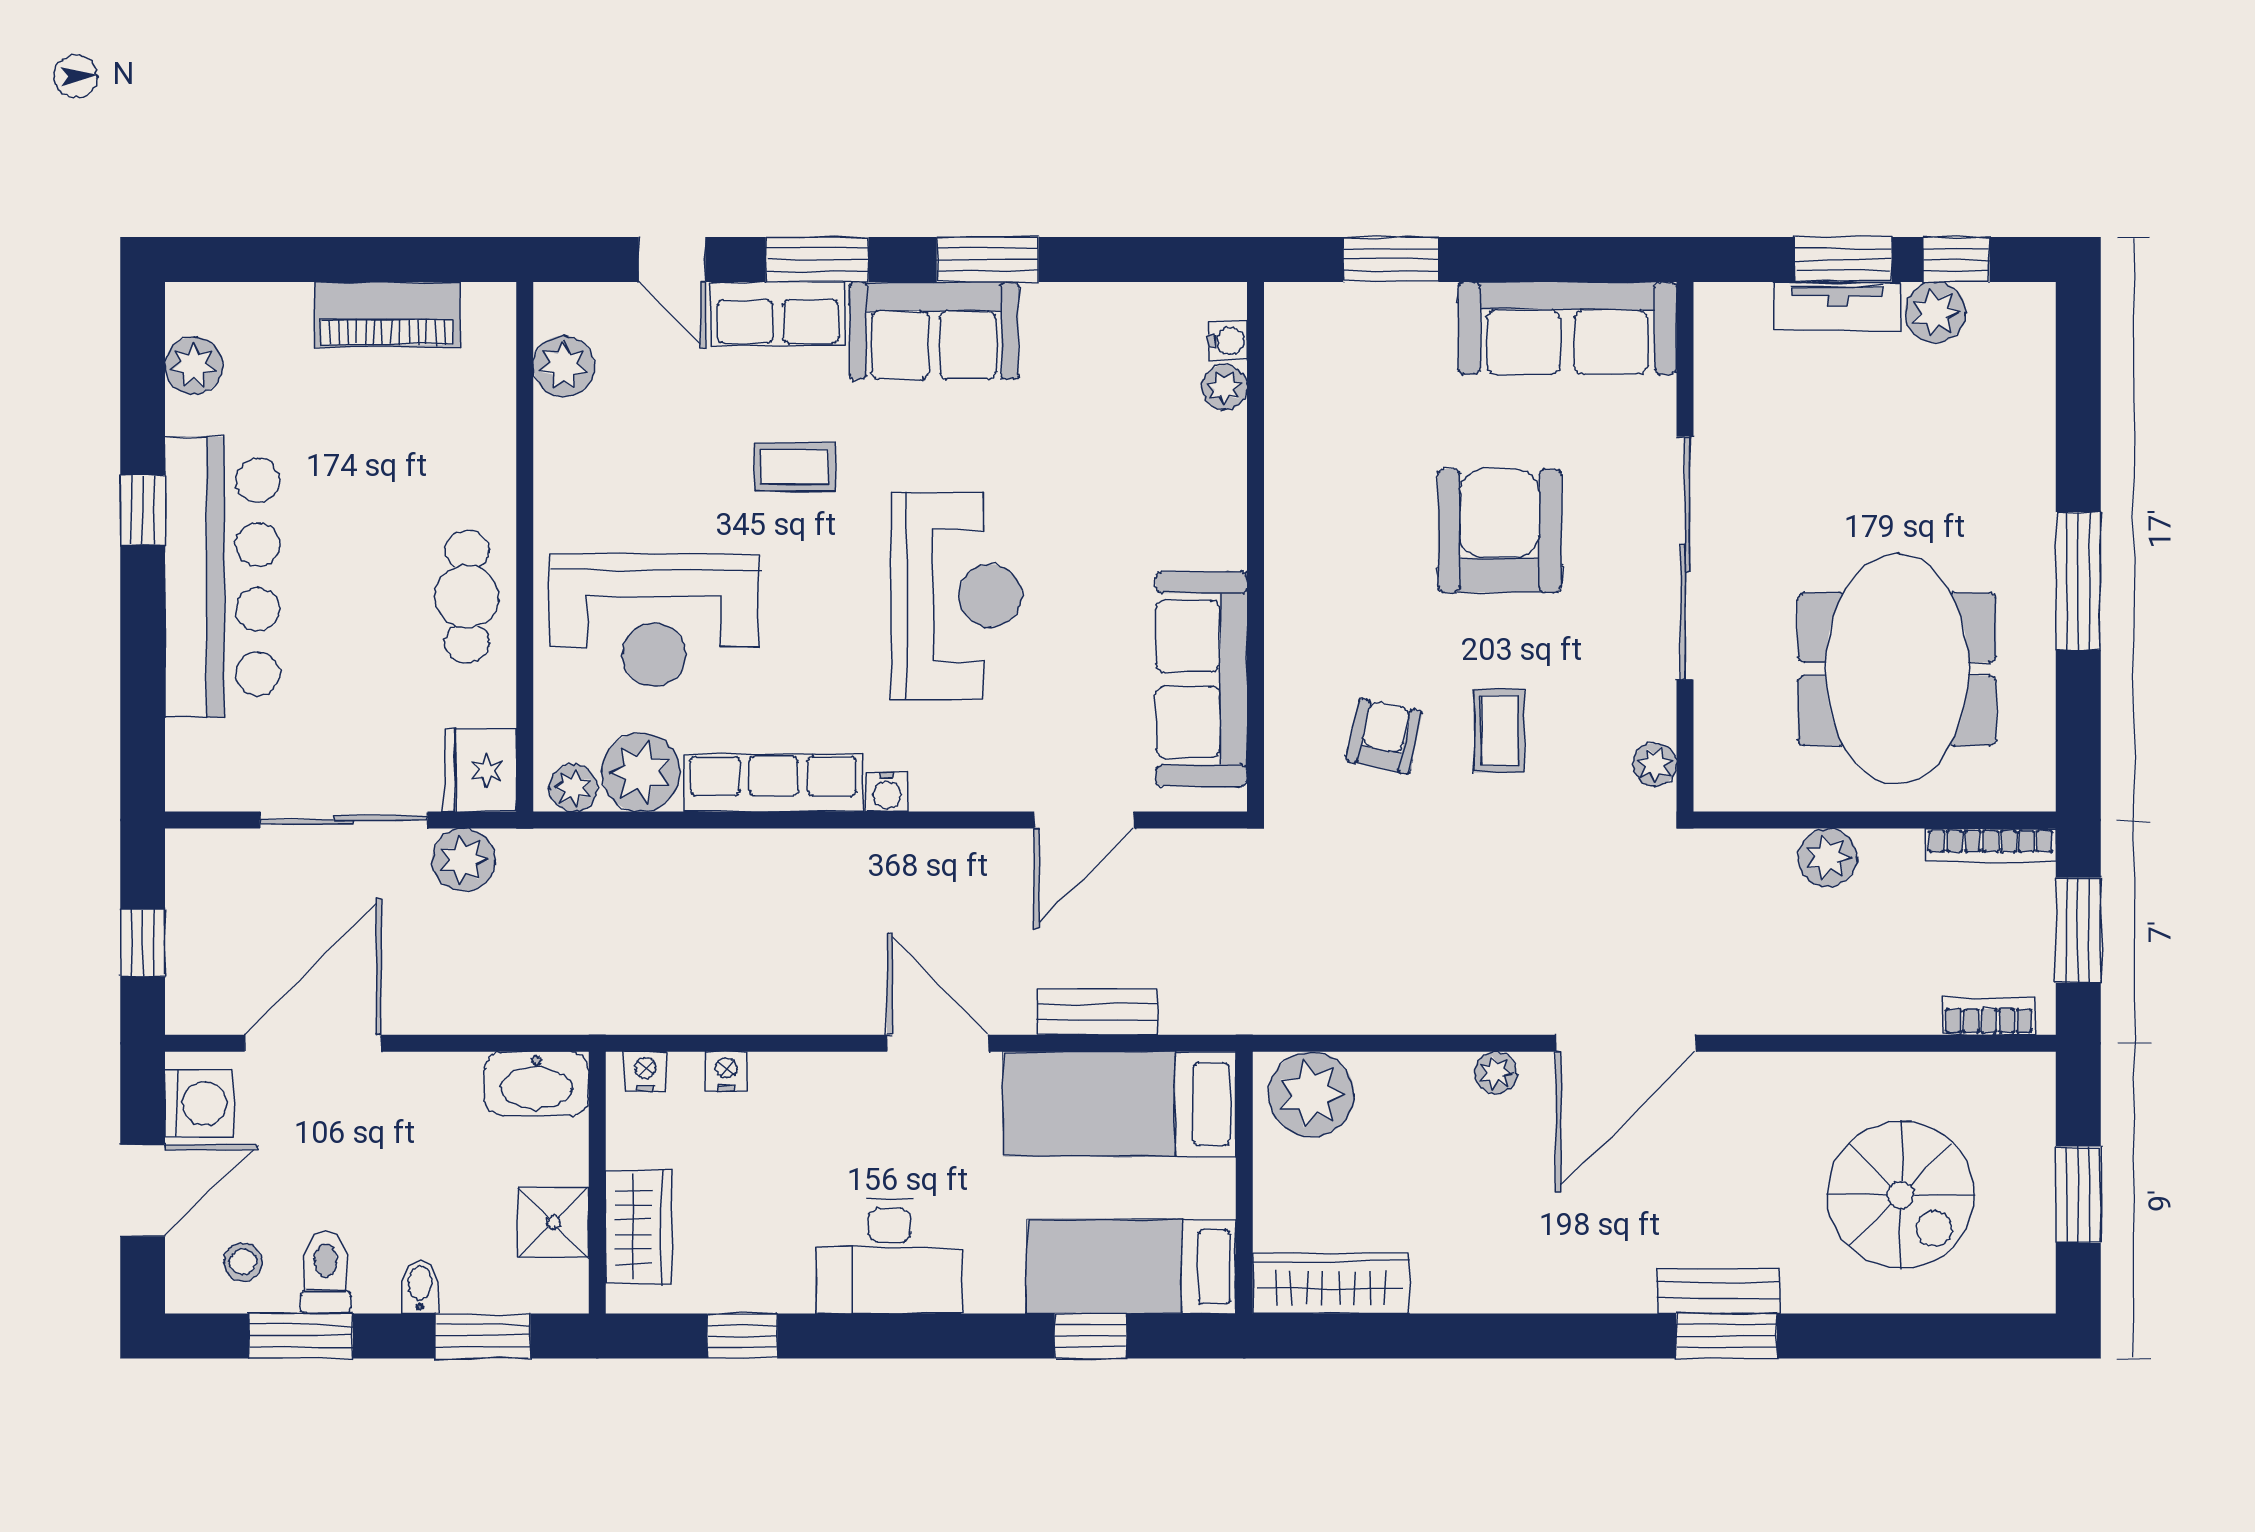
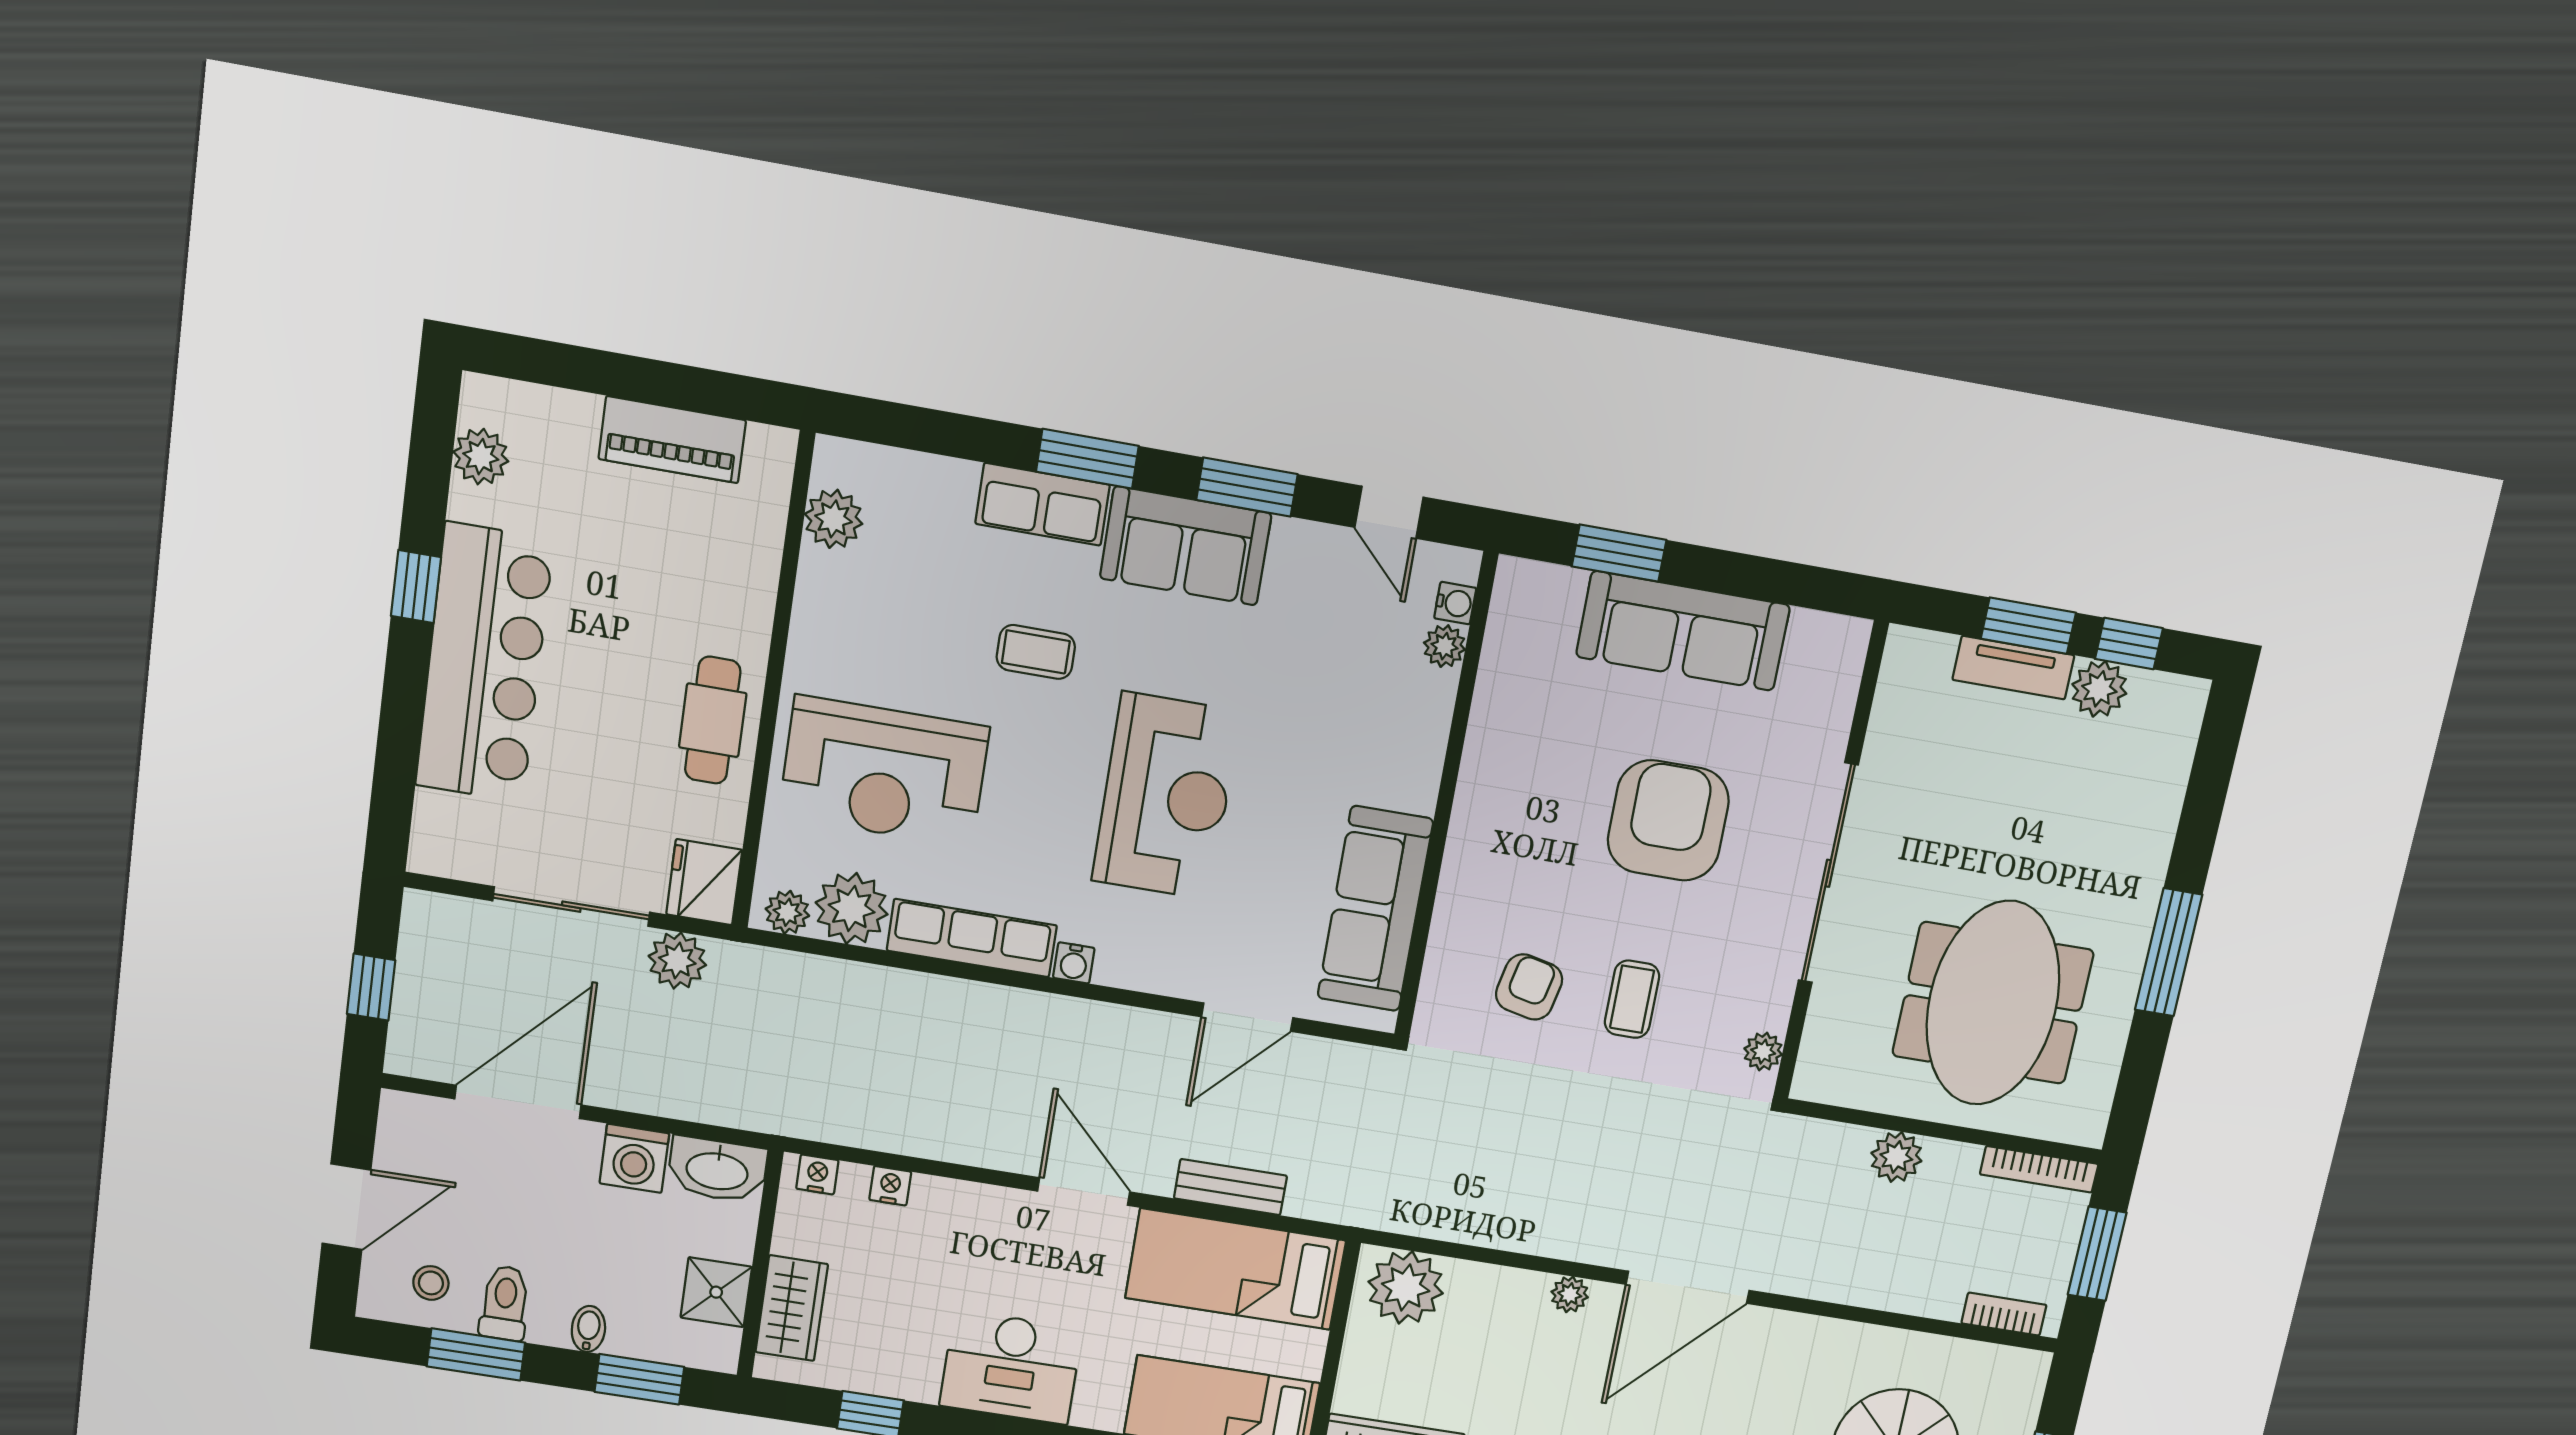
door: (672, 259) -> (1389, 512), moved
sofa: (1567, 328) -> (1683, 631), moved
washing machine: (199, 1103) -> (634, 1158), moved, turned 90

